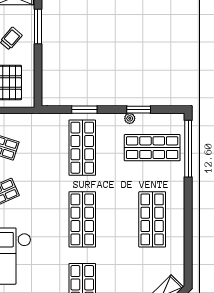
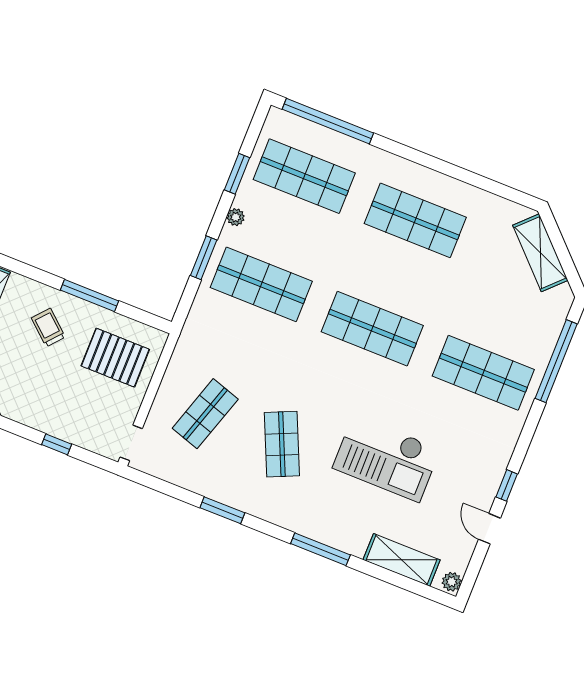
window: (38, 27) -> (89, 295), moved
plant: (130, 118) -> (236, 217), moved
shop shelf: (152, 148) -> (304, 176), turned 90

